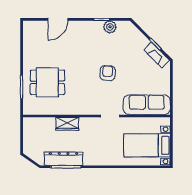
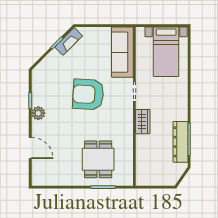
plant: (110, 27) -> (38, 113), moved
armchair: (108, 73) -> (88, 94), width x1.88, depth x1.88
wardrobe: (67, 124) -> (143, 122), moved

